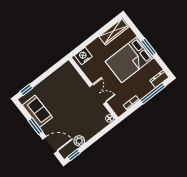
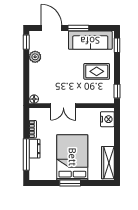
window: (58, 65) -> (117, 91), added
dresser: (159, 79) -> (35, 149), moved
rug: (56, 90) -> (97, 71), added
sofa: (37, 111) -> (90, 40), width x1.36
door: (50, 145) -> (52, 28), swing flipped

